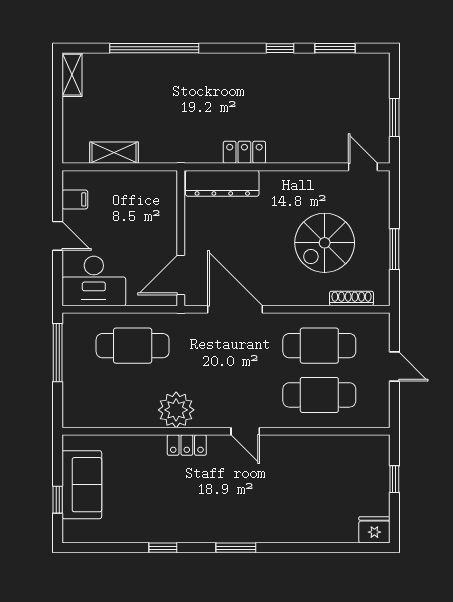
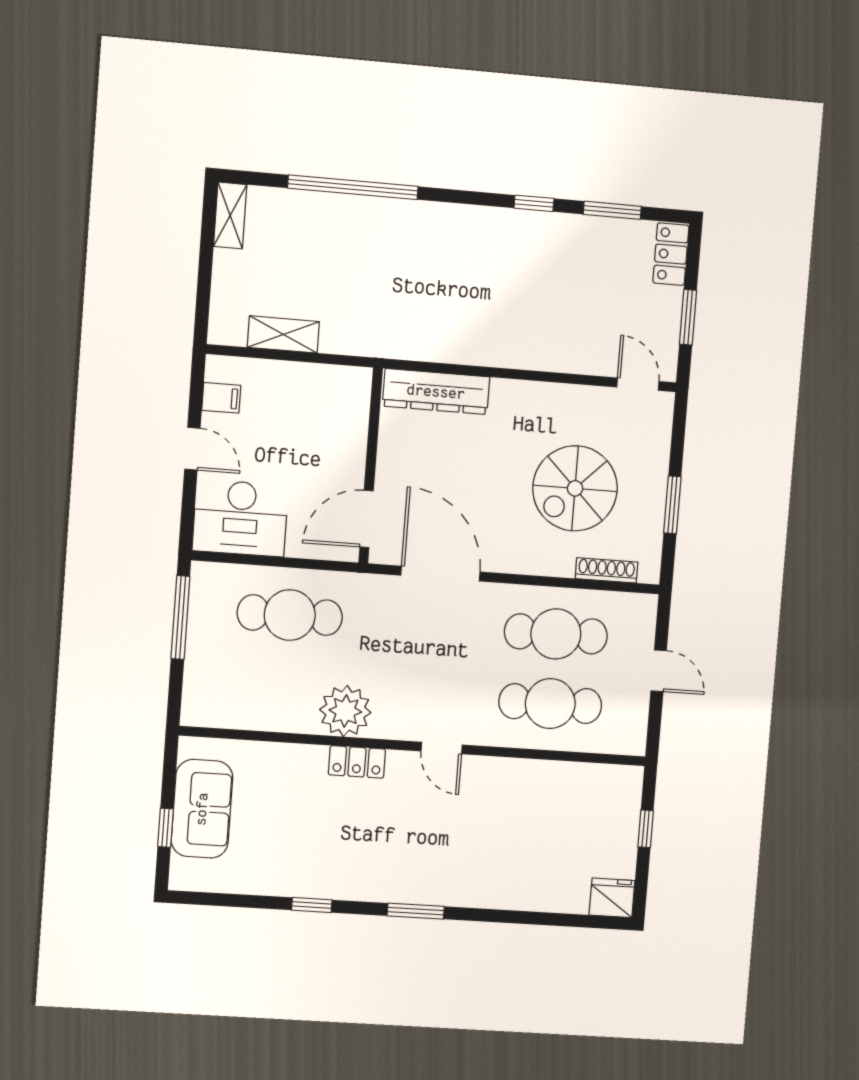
locker: (244, 152) -> (671, 254), moved, turned -90

